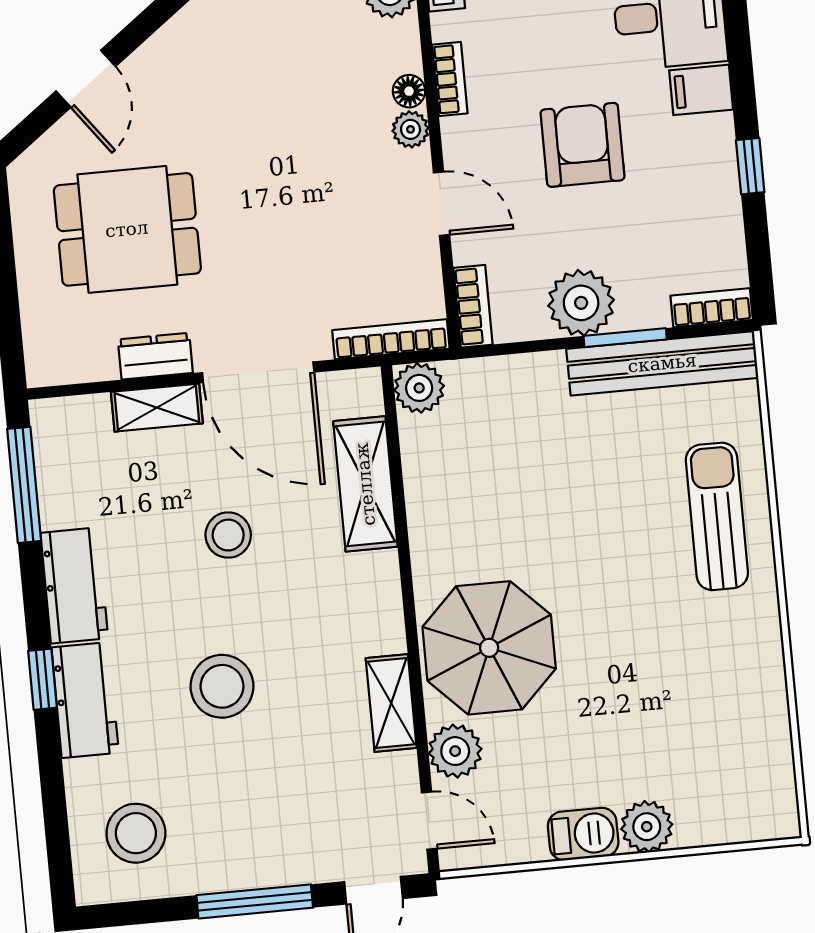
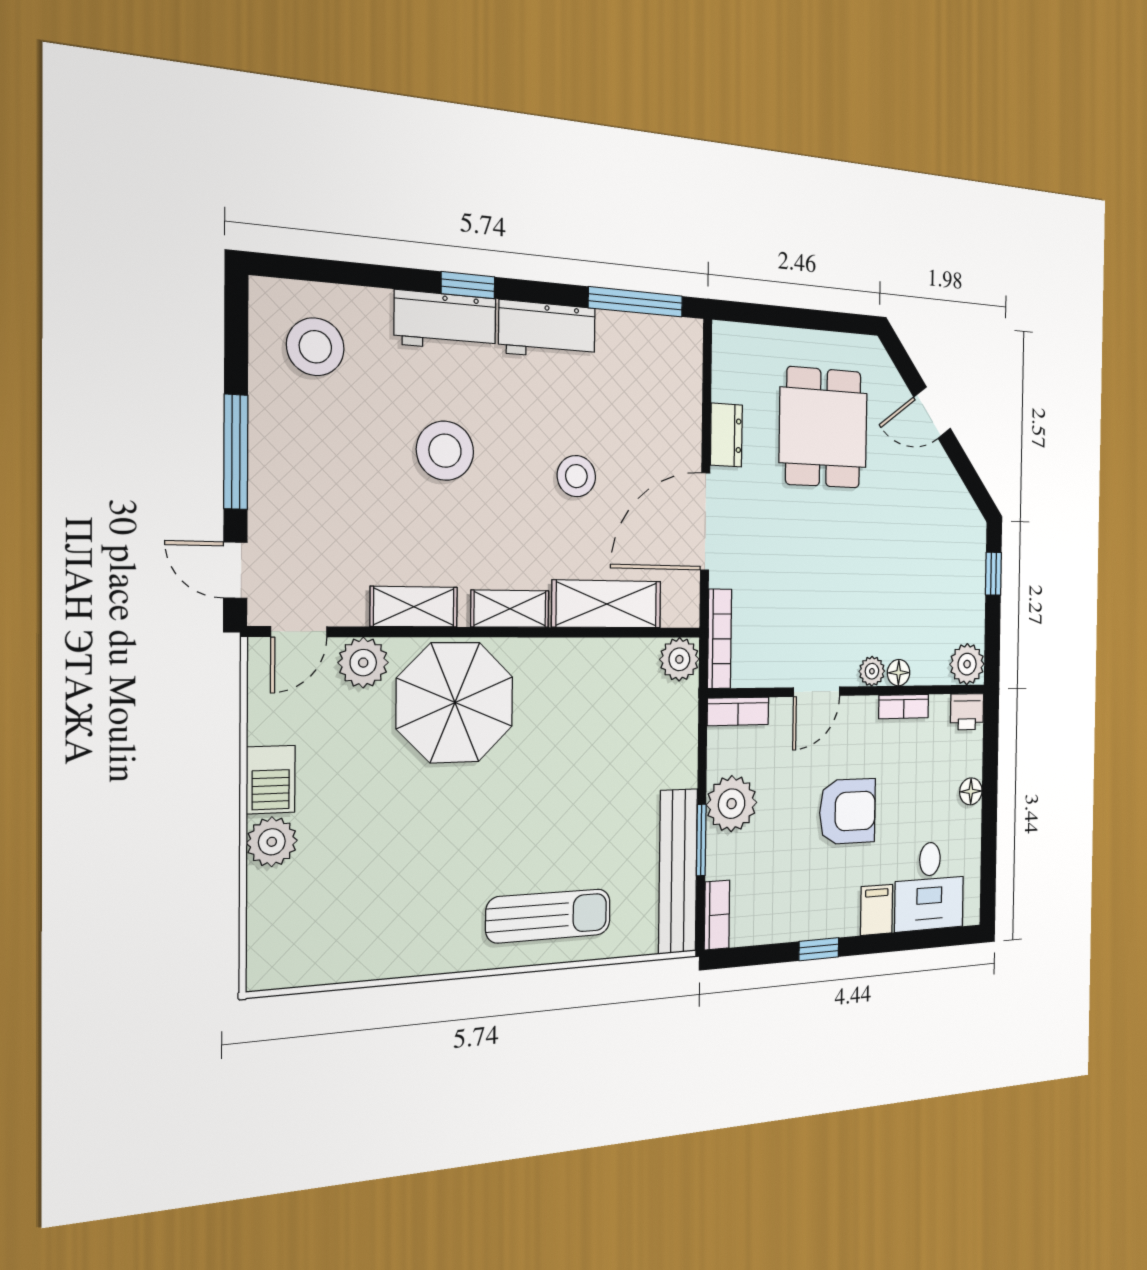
shelving: (157, 408) -> (510, 609), moved, turned 90

